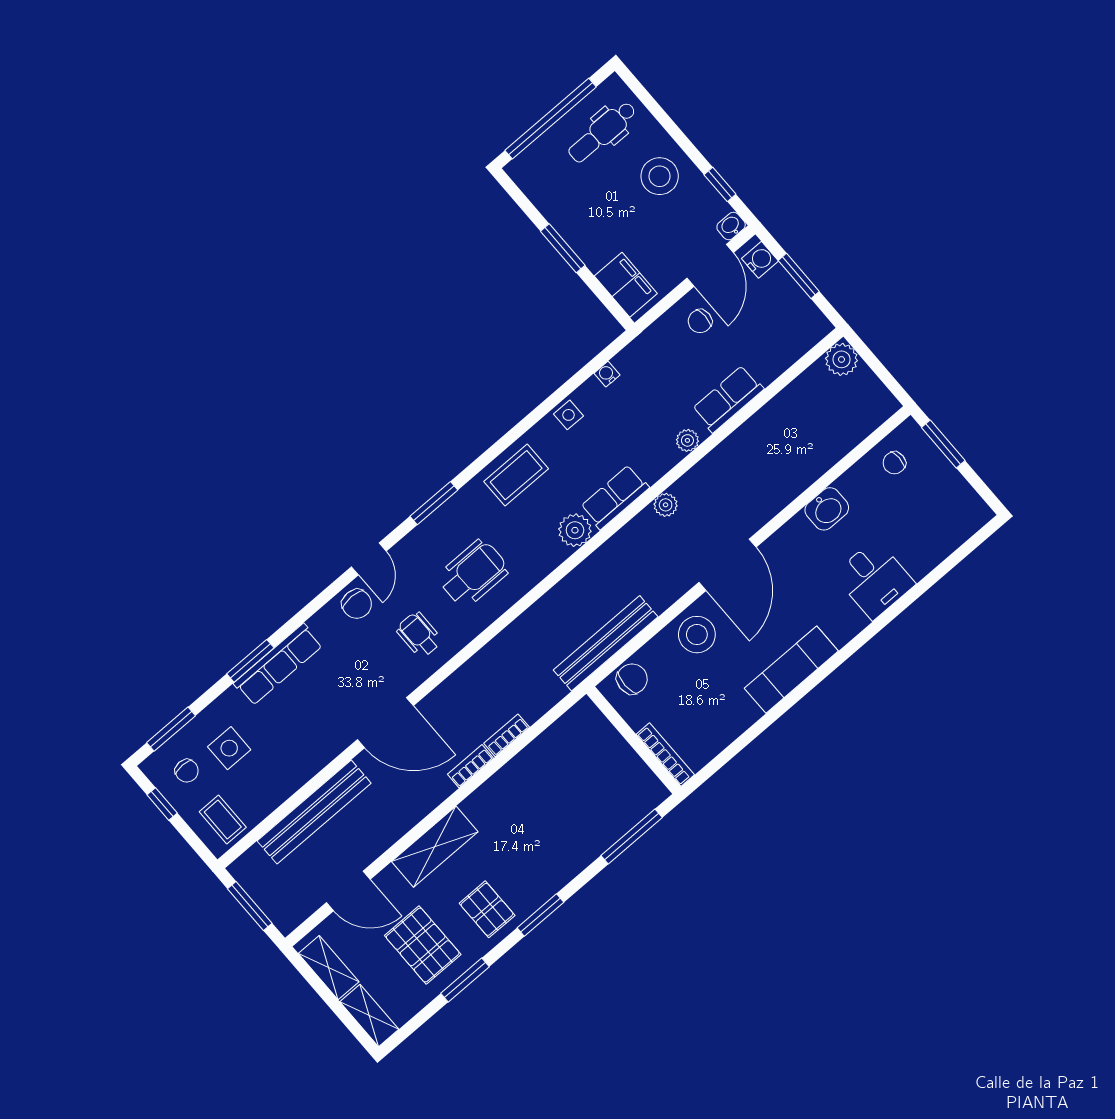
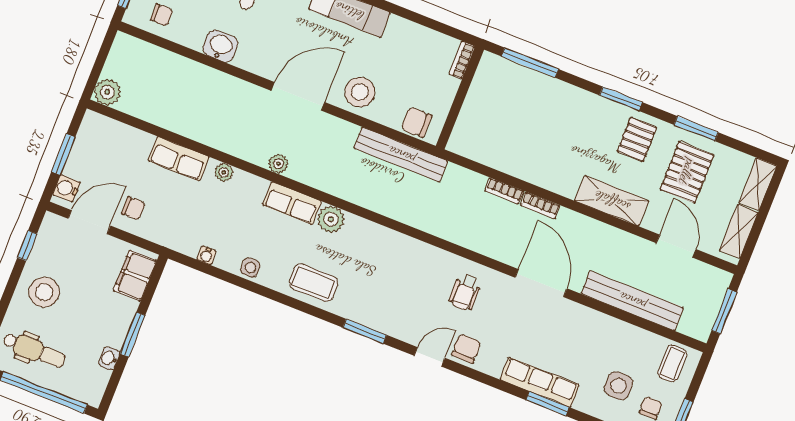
washbasin: (731, 226) -> (109, 358), moved, turned 90
wheelchair: (473, 573) -> (400, 276), removed
bookcase: (665, 755) -> (462, 60), width x0.64

